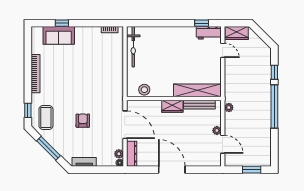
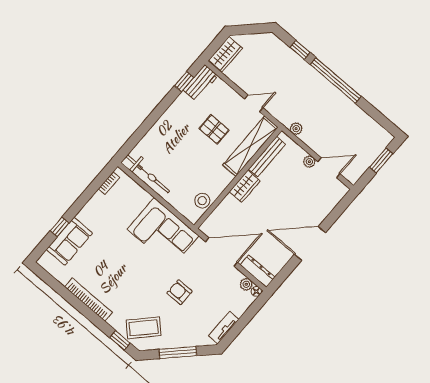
door: (223, 50) -> (254, 103), moved
pallet: (189, 62) -> (214, 129), added
corner sofa: (108, 83) -> (163, 232), added
coffee table: (46, 118) -> (144, 328), turned -46

